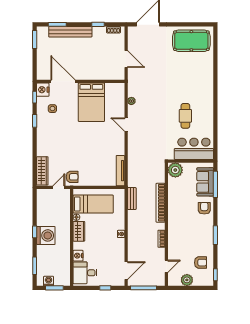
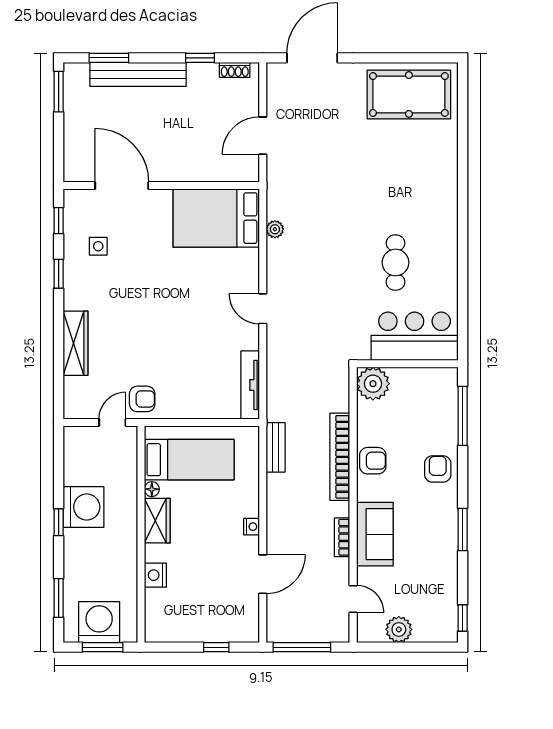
door: (126, 59) -> (263, 136), swing flipped
nightstand: (43, 90) -> (77, 204), removed
bed: (91, 102) -> (216, 218), moved, turned 90
door: (126, 125) -> (263, 309), moved
wardrobe: (42, 171) -> (75, 343), moved
sofa: (205, 182) -> (375, 534), moved, turned 180
washing machine: (46, 235) -> (83, 507), moved
armchair: (201, 263) -> (373, 461), moved
door: (166, 266) -> (353, 599), hinge flipped
door: (126, 271) -> (263, 574), moved
desk: (85, 273) -> (171, 614), removed
washing machine: (49, 281) -> (99, 622), width x1.89, depth x1.89

